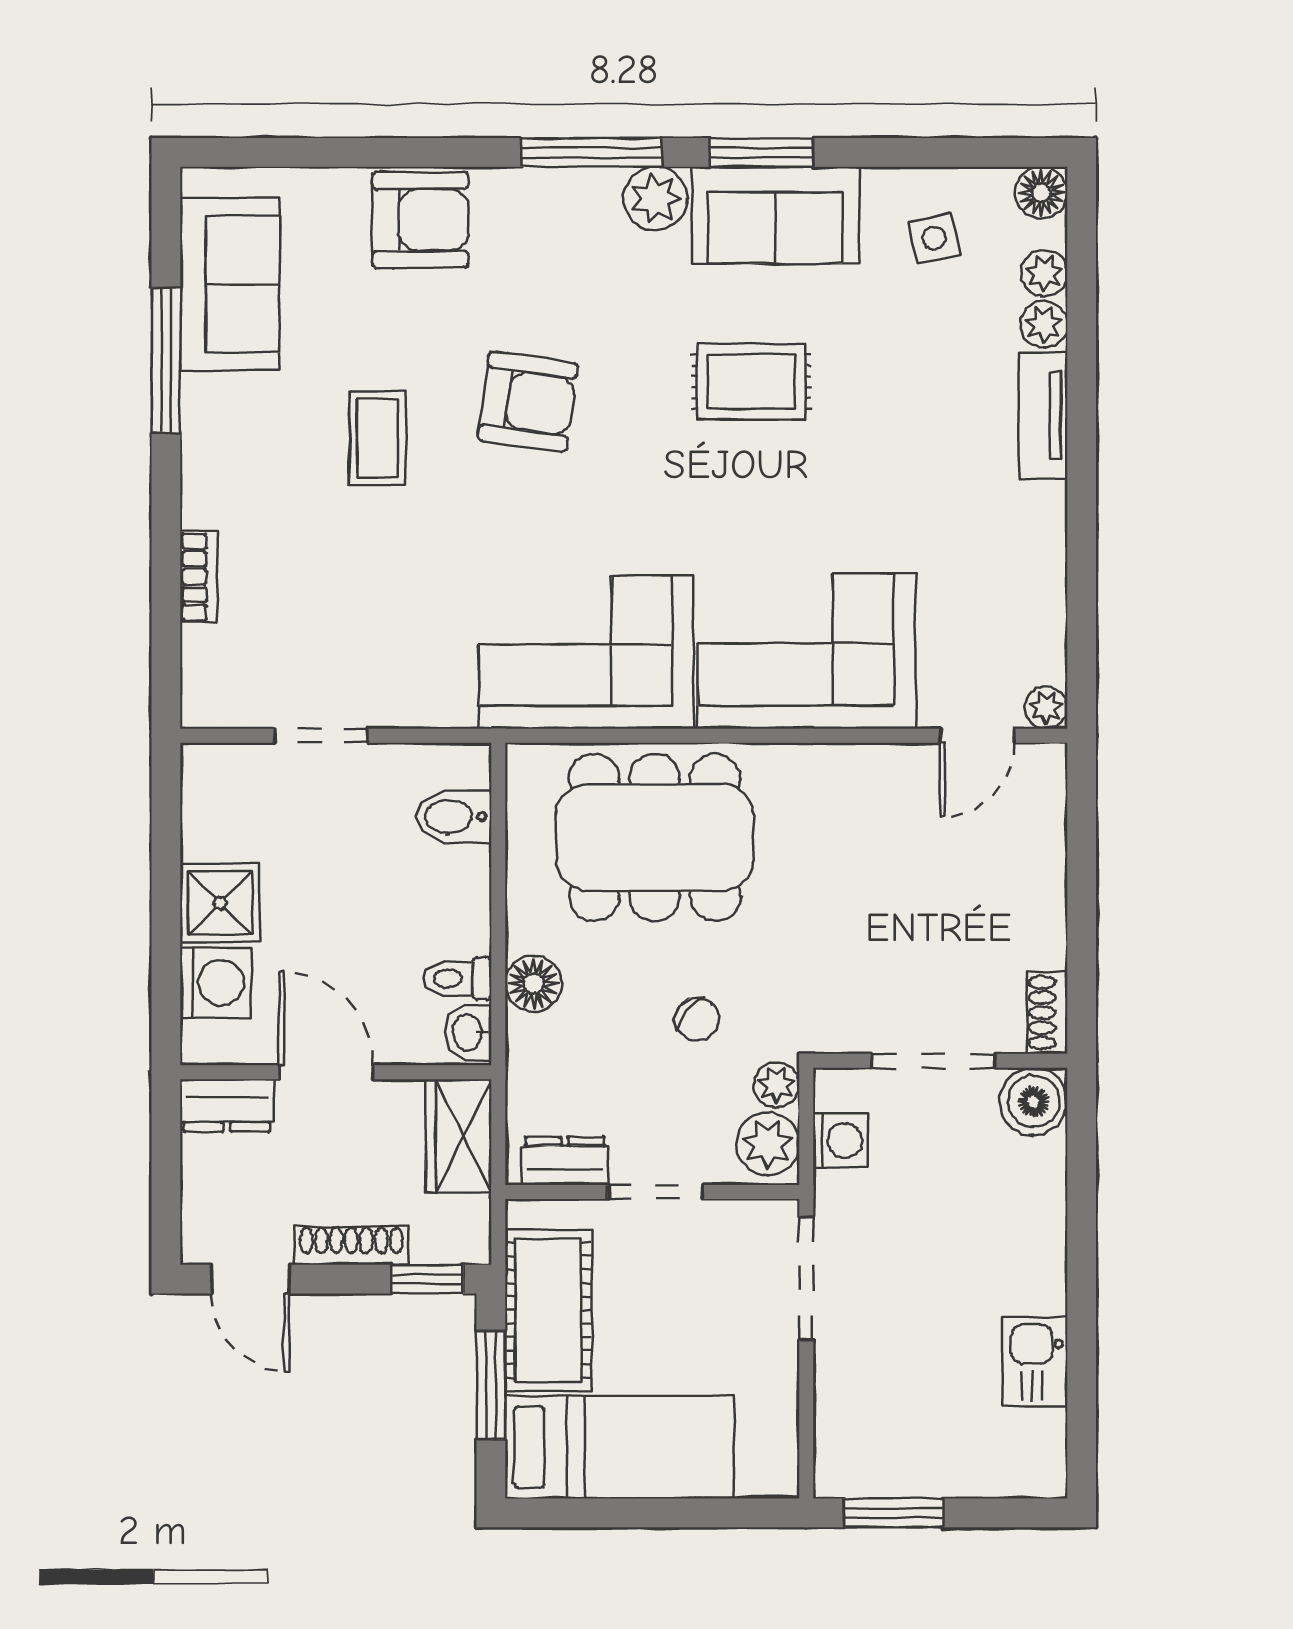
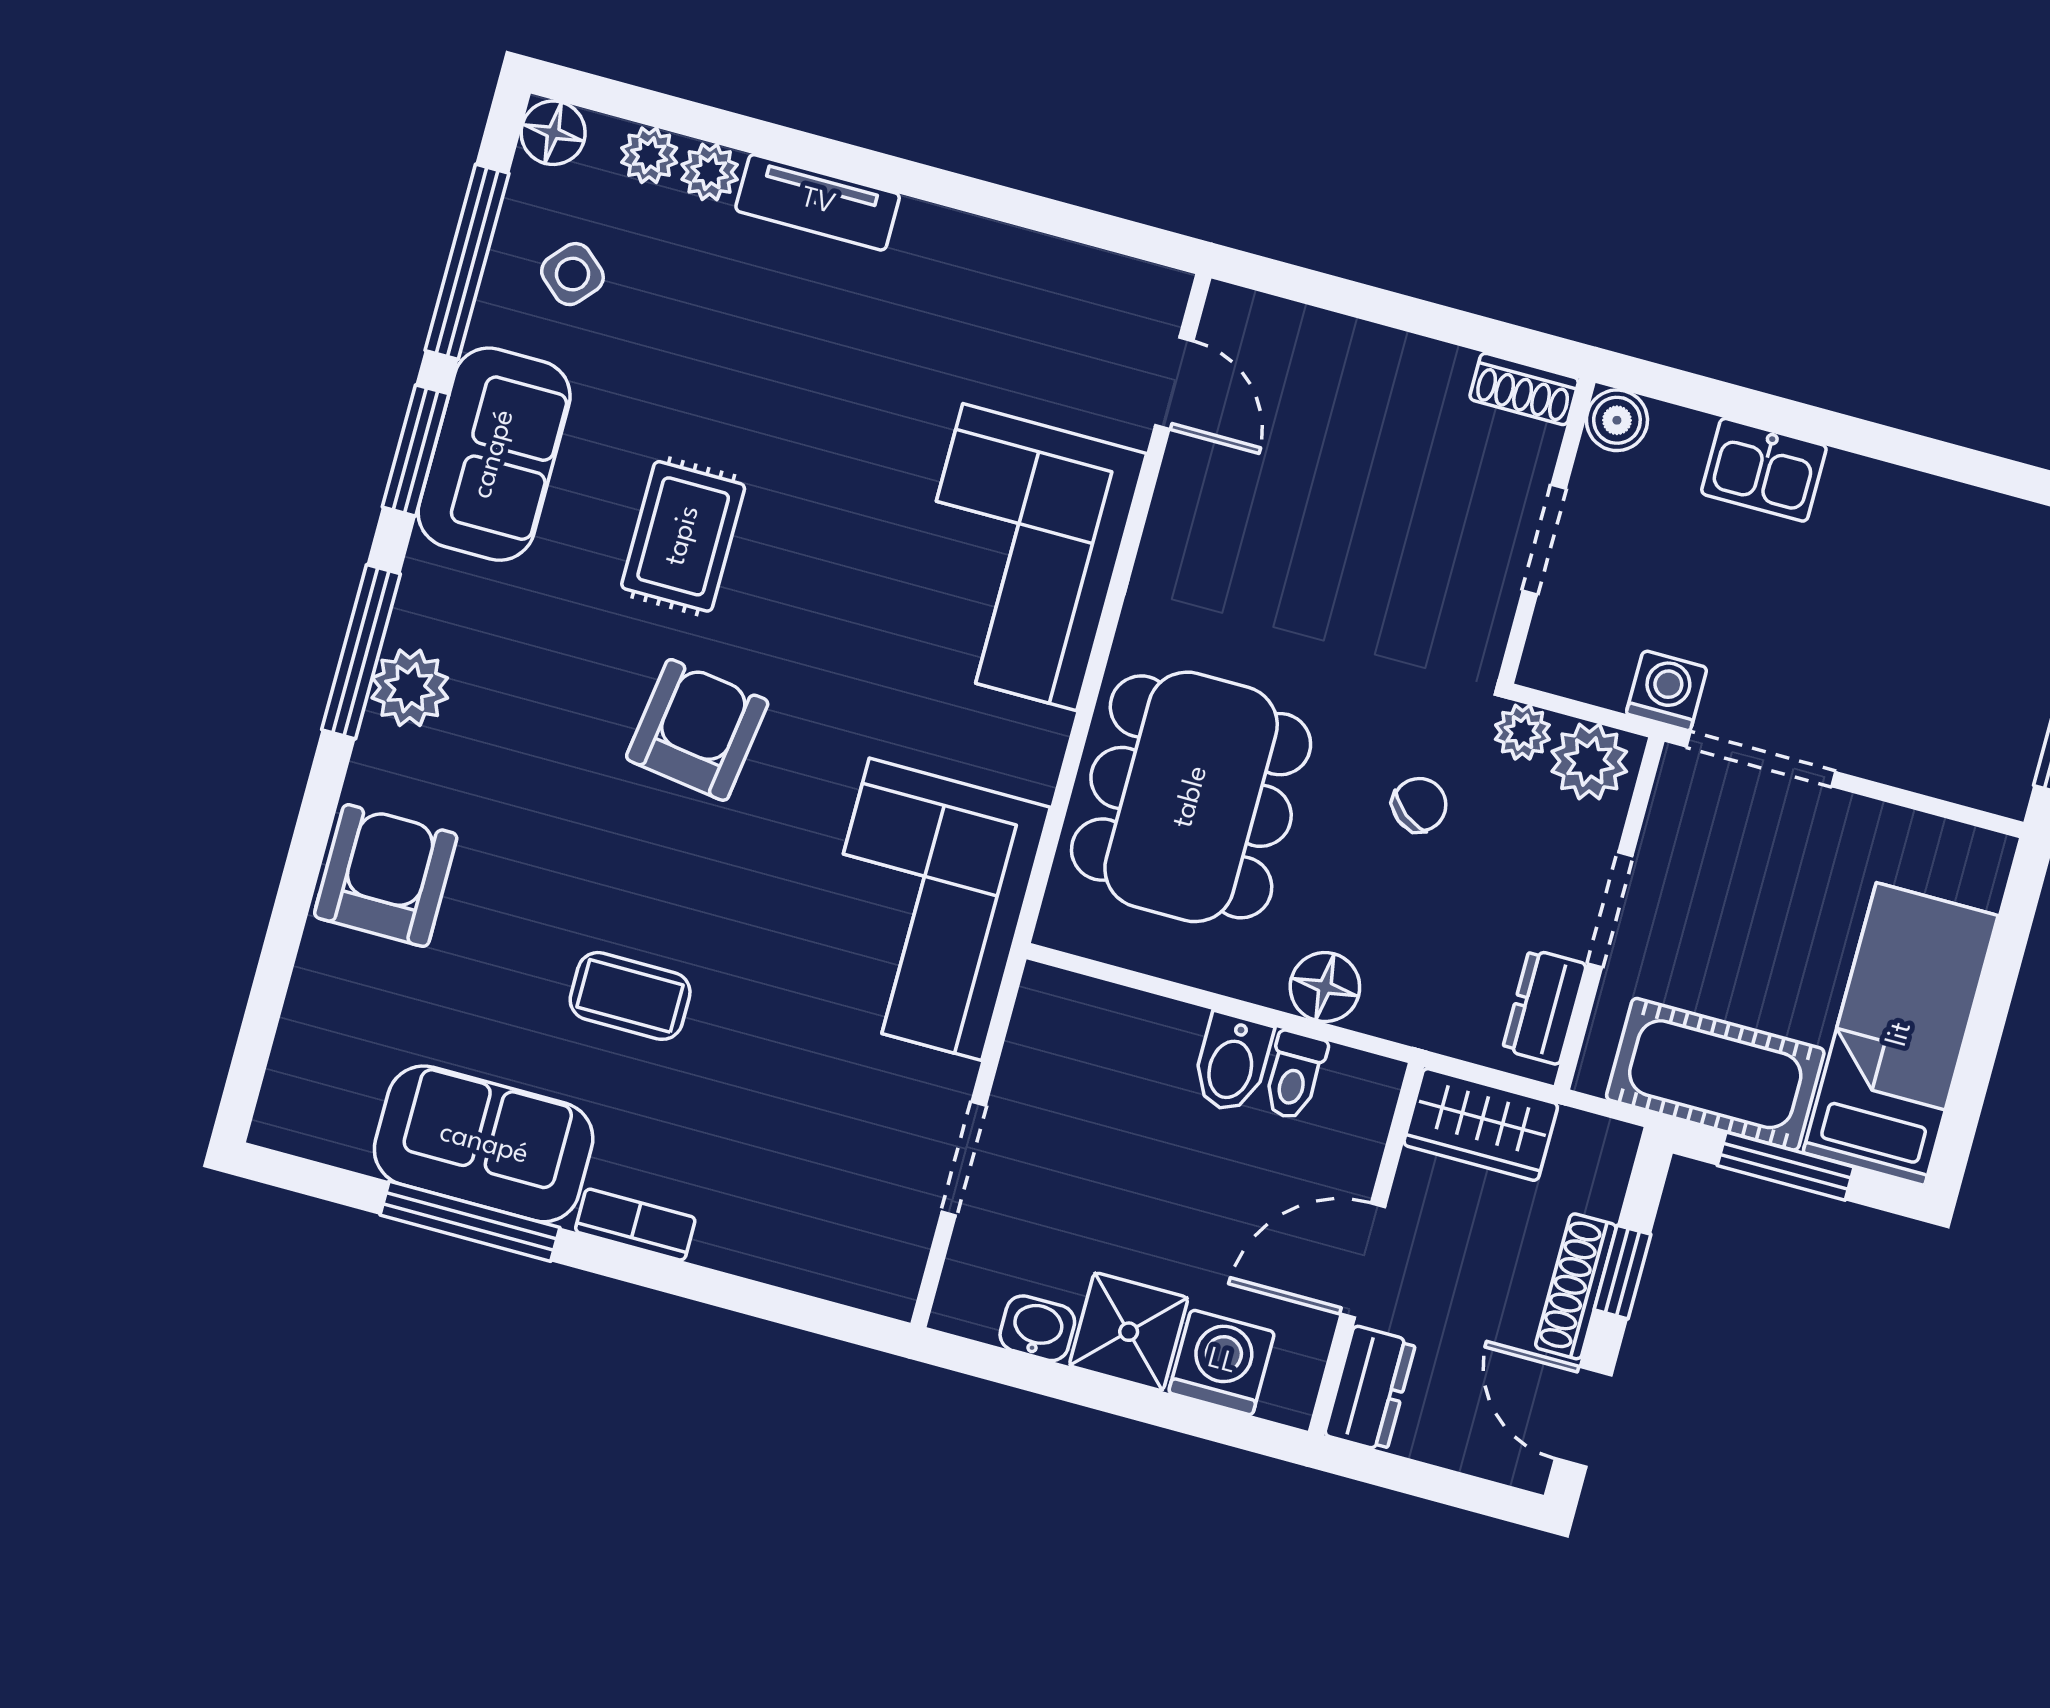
window: (921, 152) -> (467, 262), added
plant: (655, 199) -> (410, 688), moved
side table: (934, 238) -> (572, 274), turned -36
sofa: (230, 284) -> (484, 1144), moved
armchair: (528, 402) -> (697, 730), moved
bookcase: (199, 577) -> (635, 1225), moved
corner sofa: (586, 652) -> (925, 909), moved
plant: (1046, 708) -> (1163, 292), removed
bidet: (454, 817) -> (1232, 1063), moved
washbasin: (469, 1032) -> (1037, 1328), moved, turned 180
doorway: (933, 1061) -> (1544, 540), width x0.73
boiler: (1034, 1101) -> (1617, 420), width x0.73, depth x0.73
washing machine: (840, 1141) -> (1667, 691), moved
door: (250, 1279) -> (1583, 1417), swing flipped
window: (427, 1279) -> (1622, 1272), moved
kitchen sink: (1035, 1362) -> (1764, 470), moved

